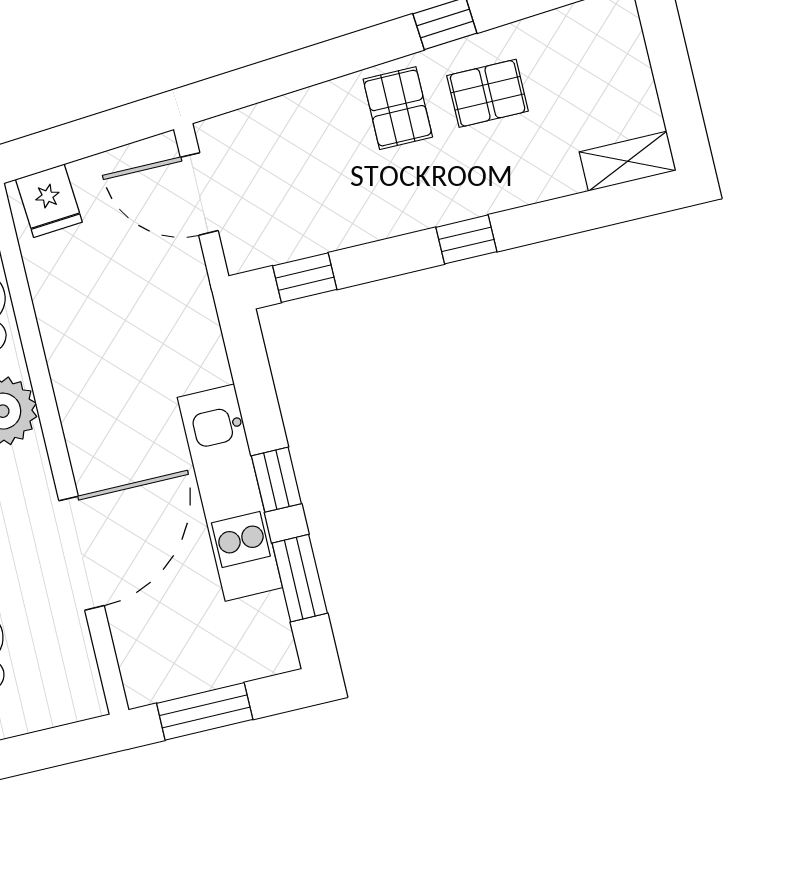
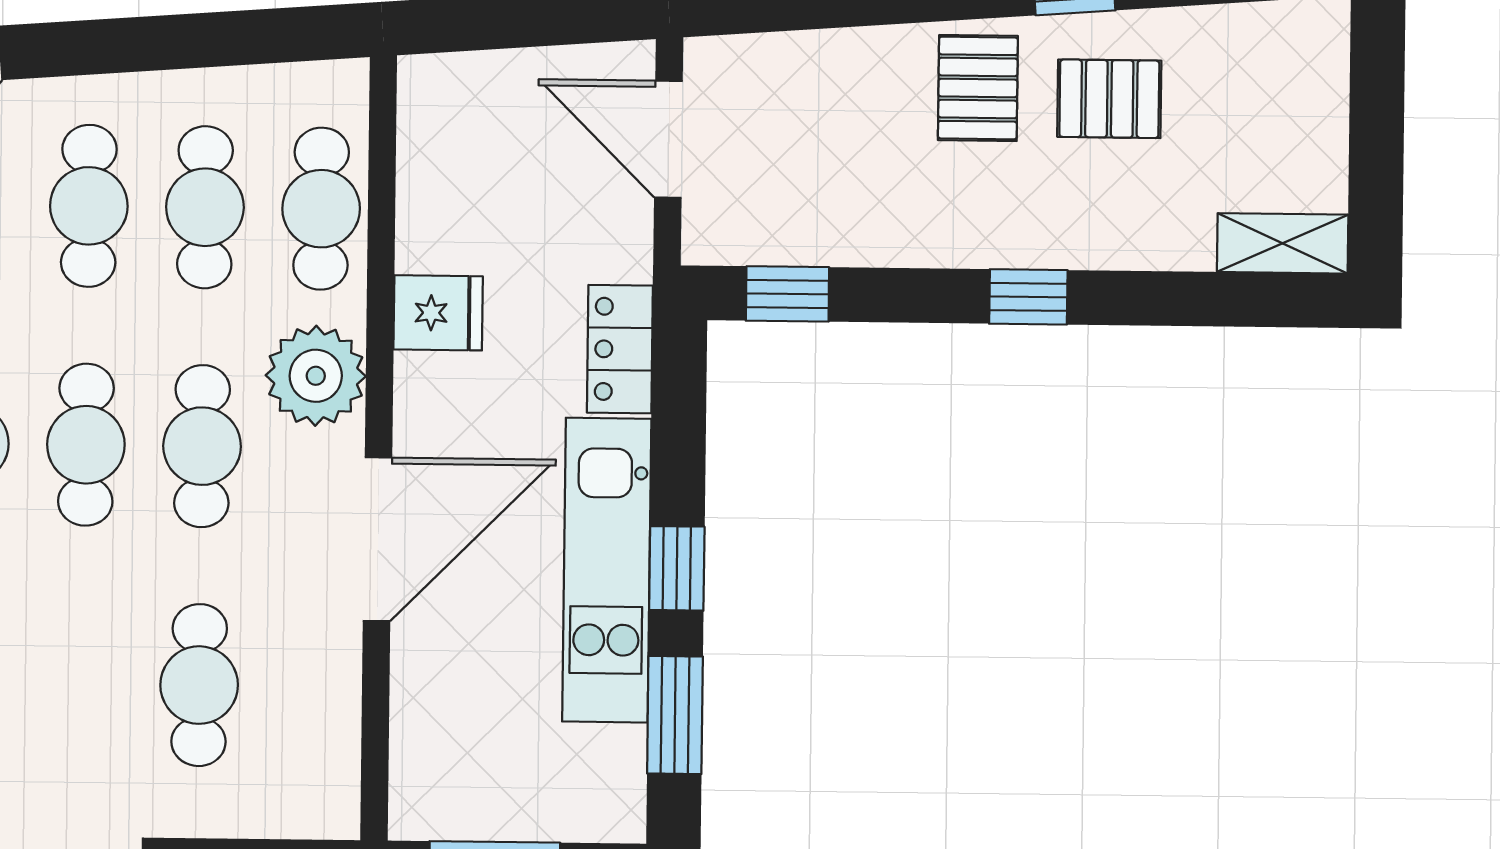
fridge: (49, 201) -> (438, 313), moved, turned -86
locker: (202, 342) -> (620, 349), added
door: (82, 553) -> (378, 539), moved

